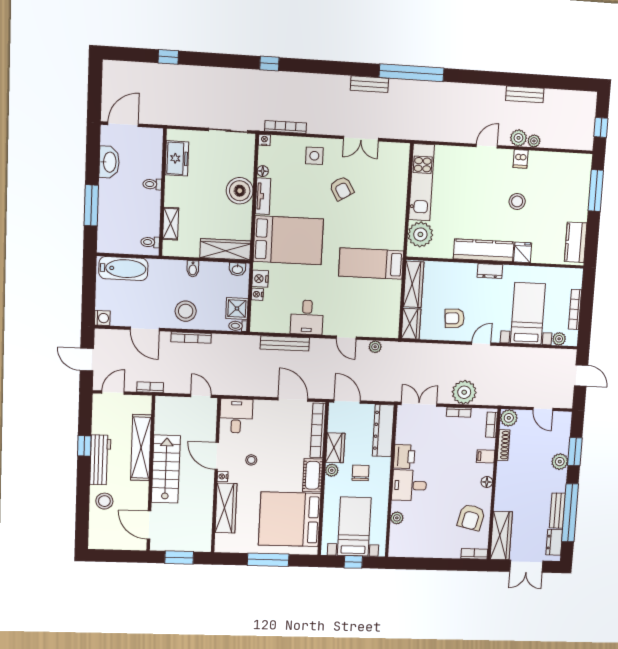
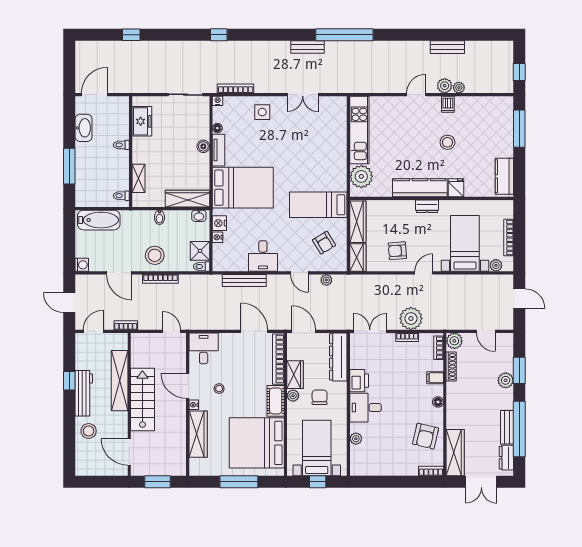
armchair: (342, 188) -> (324, 243), moved
boiler: (240, 191) -> (203, 146), width x0.54, depth x0.54

